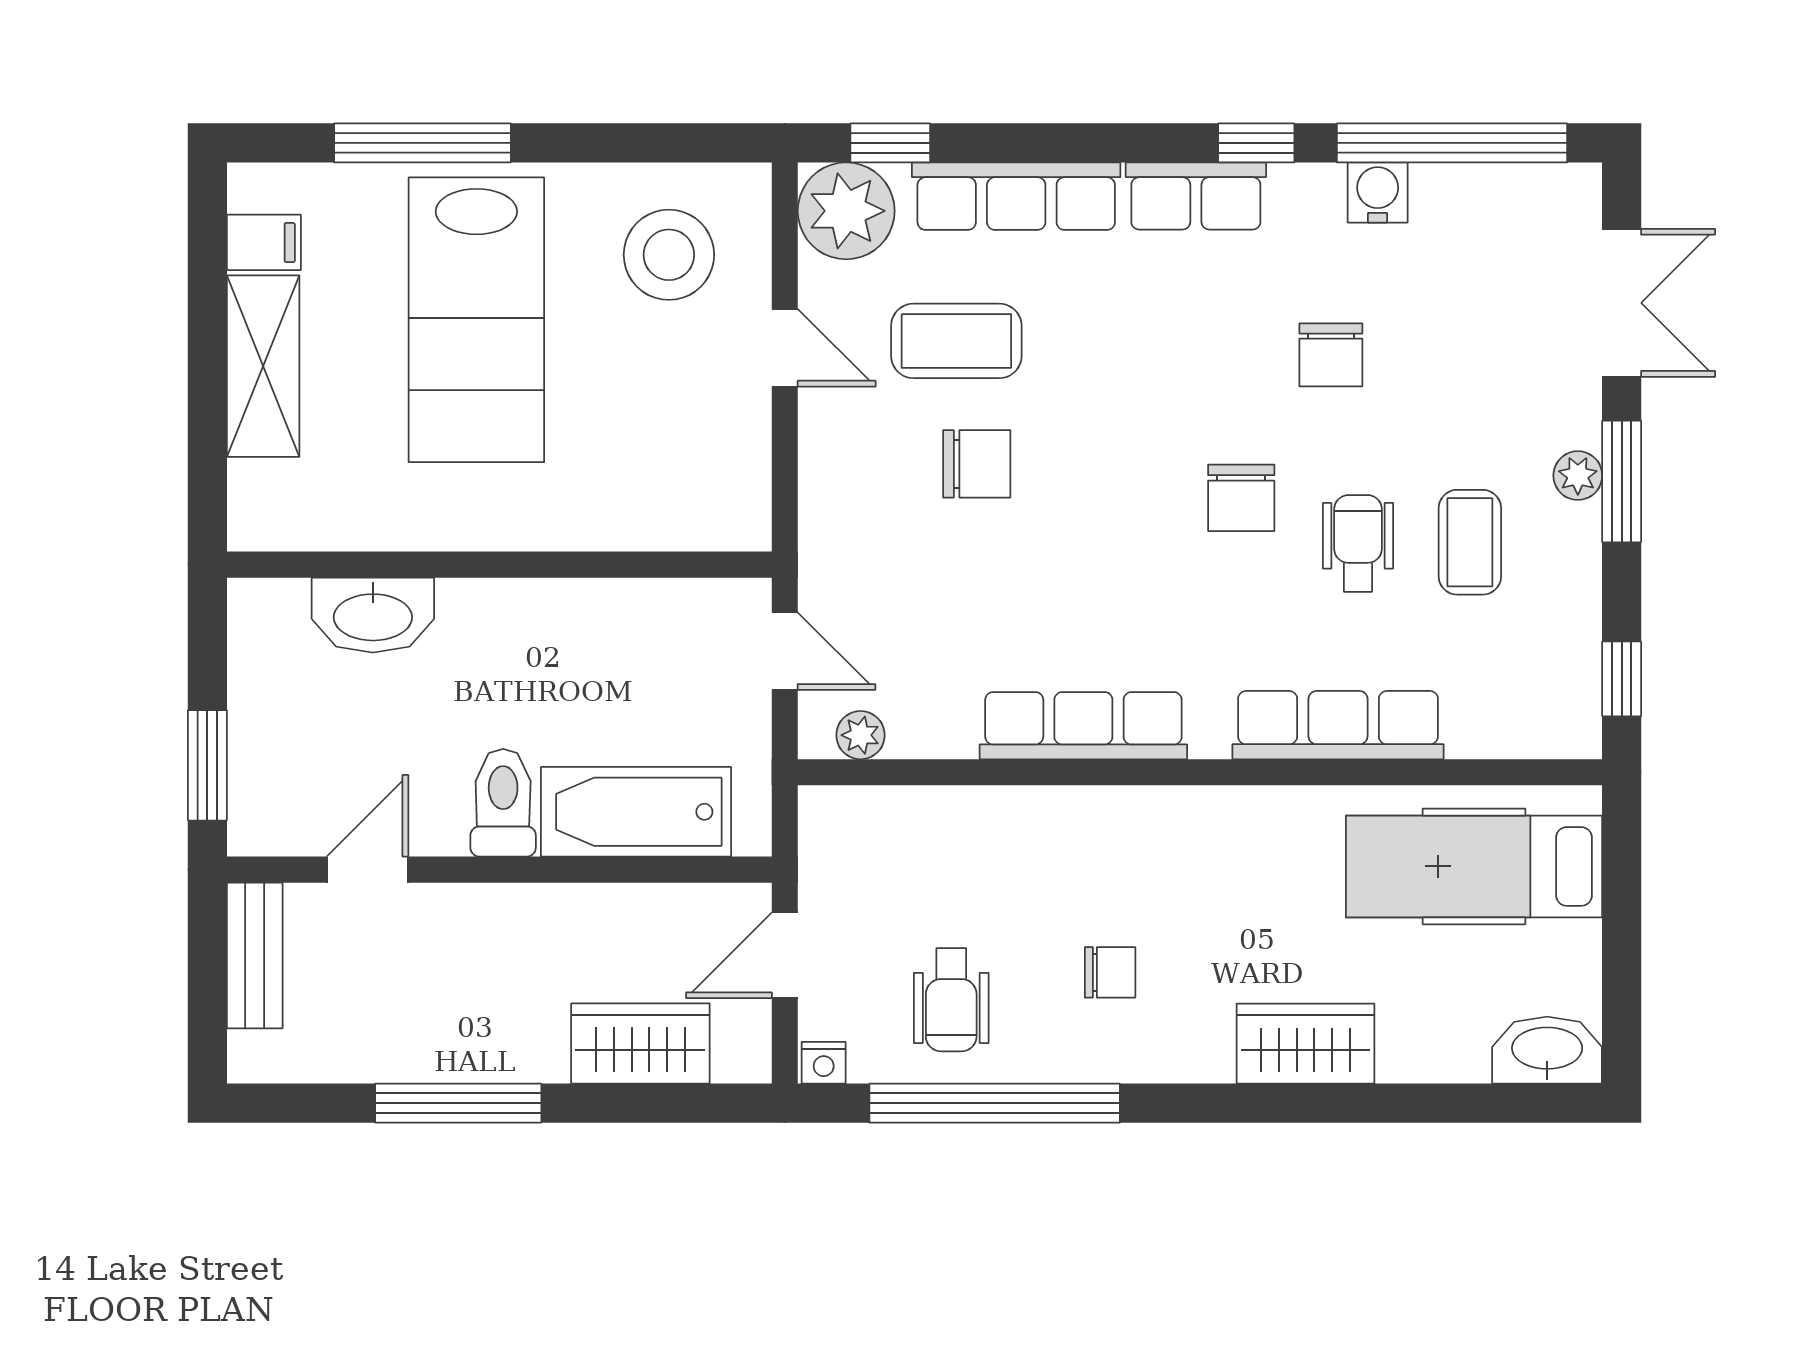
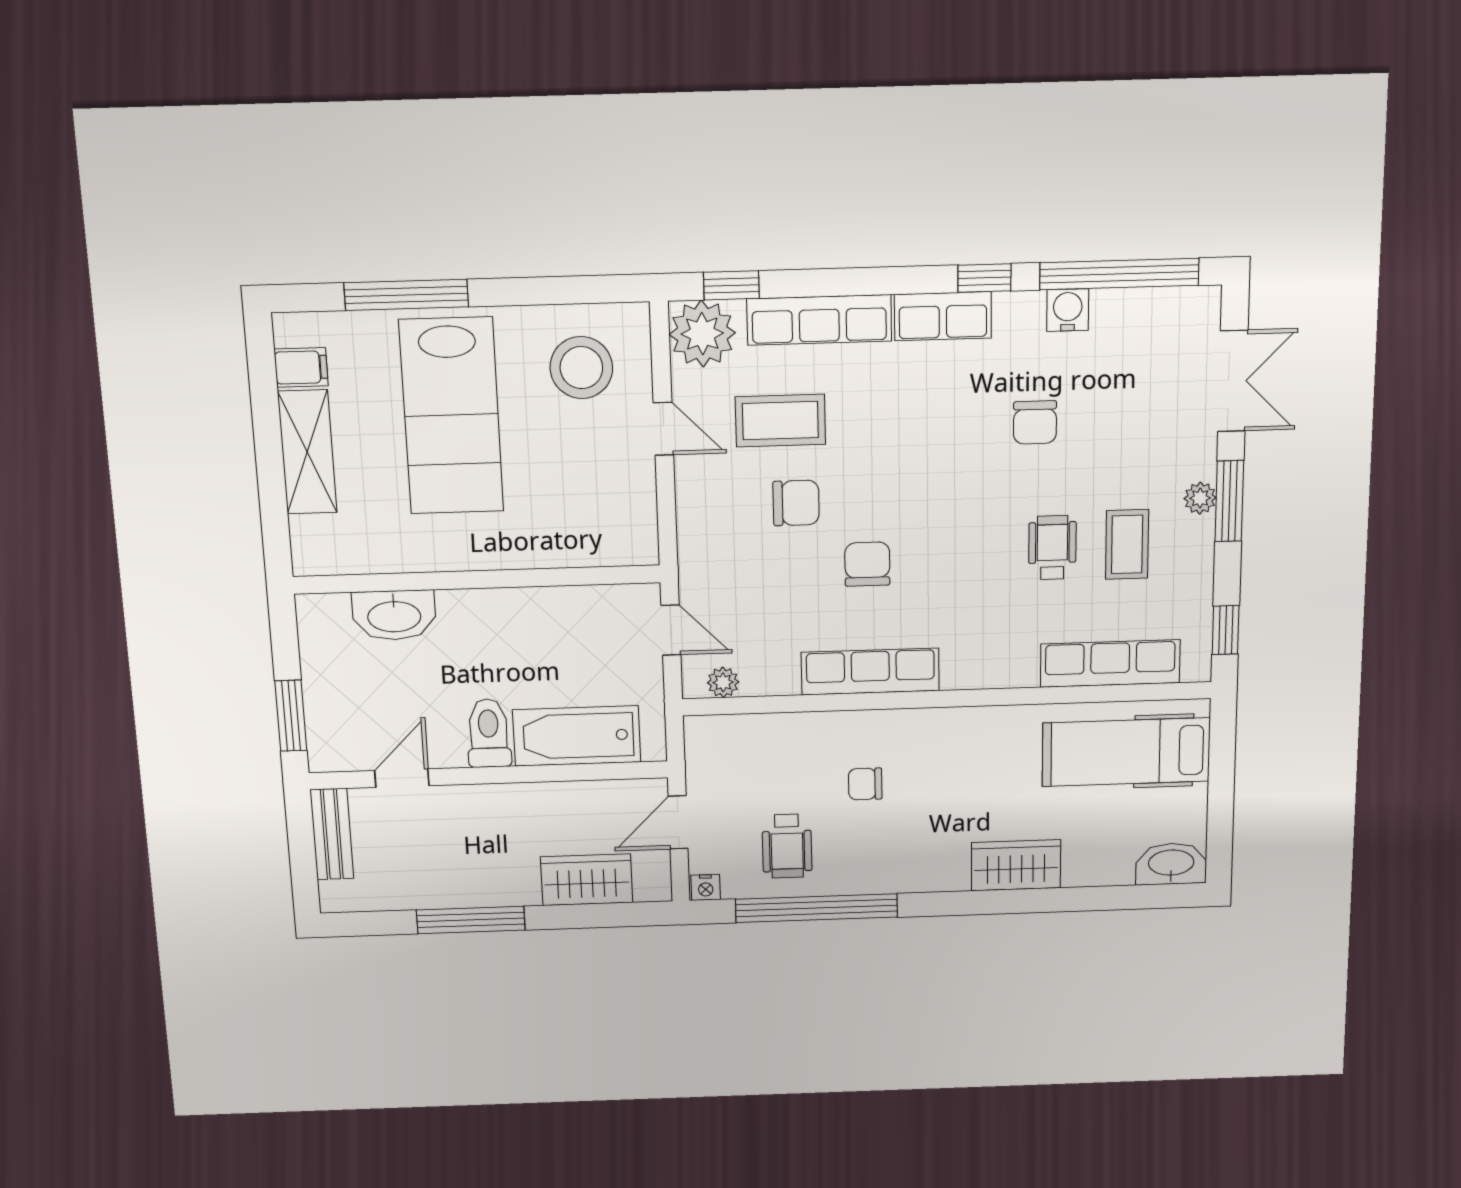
chair: (1241, 498) -> (867, 564), moved, turned 180
row of seats: (1338, 725) -> (1110, 663), moved
chair: (1110, 972) -> (865, 784), moved, turned 180

